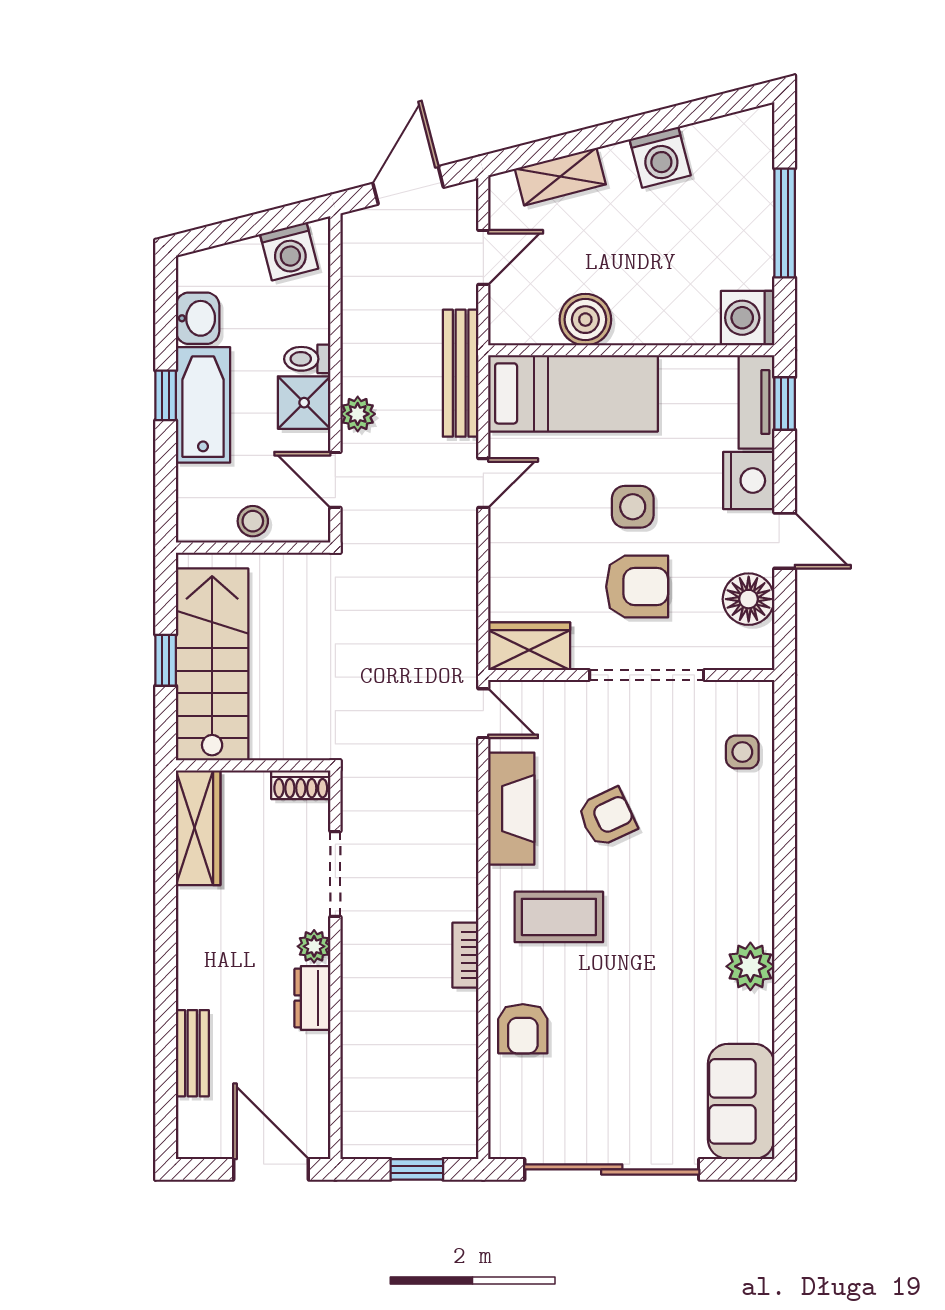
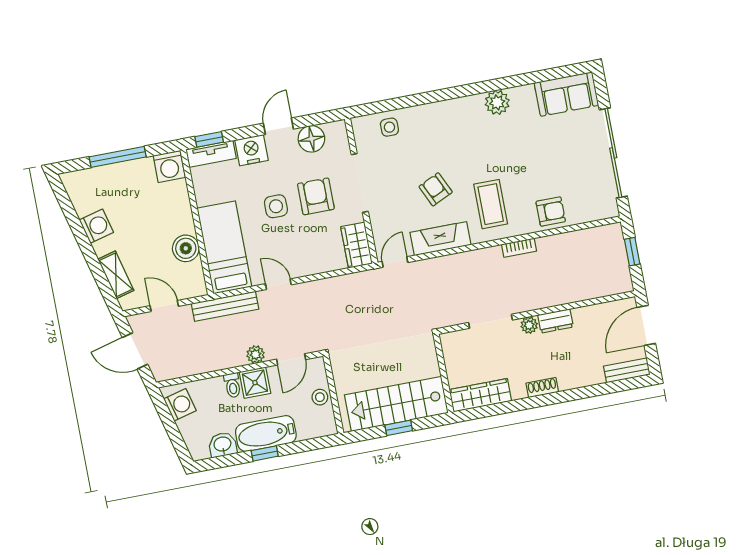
shoe rack: (301, 785) -> (542, 388), moved, turned -90
bench: (192, 1053) -> (627, 370), moved

